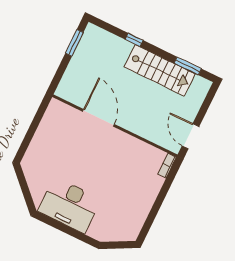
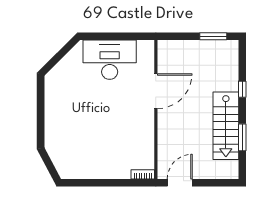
window: (188, 66) -> (242, 137), moved
desk: (69, 205) -> (110, 60), moved, turned 90

